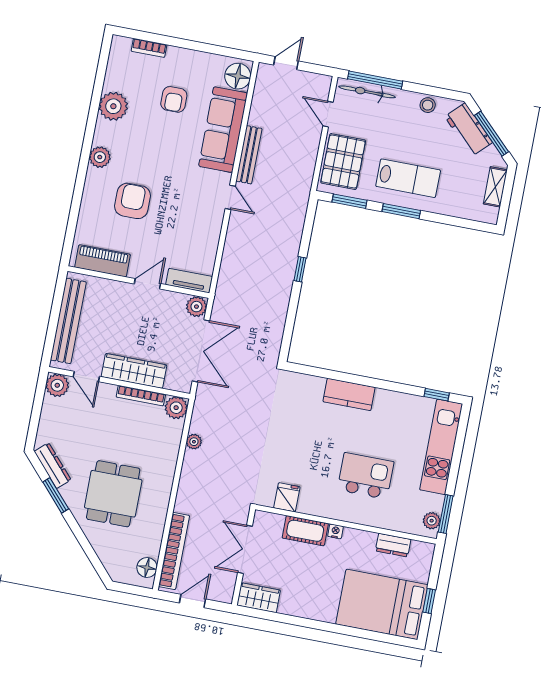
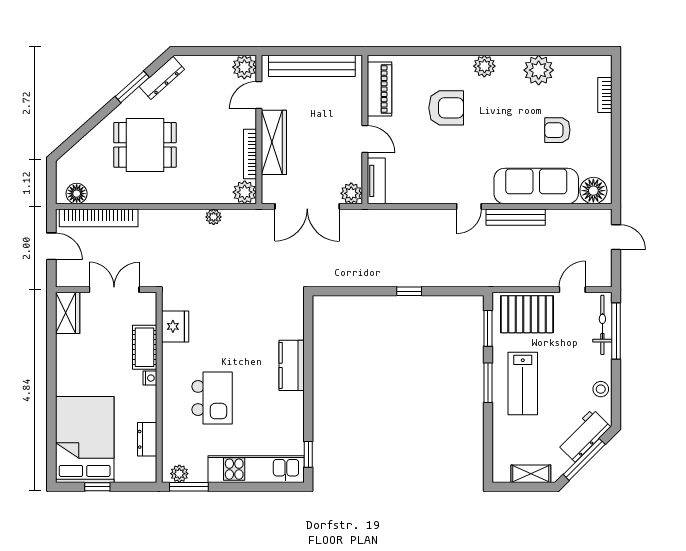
fridge: (287, 497) -> (175, 326), width x1.38

